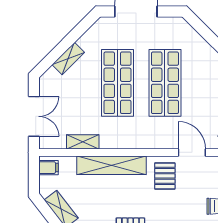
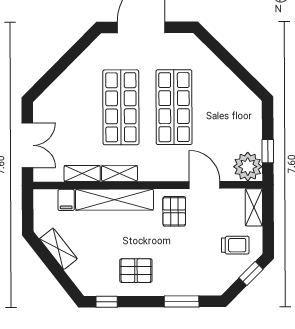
shelving: (68, 58) -> (119, 173), moved, turned 45
filing cabinet: (48, 168) -> (66, 200), moved, turned 90

